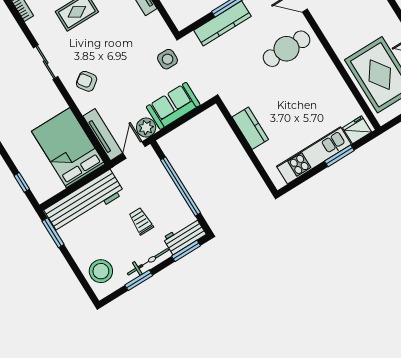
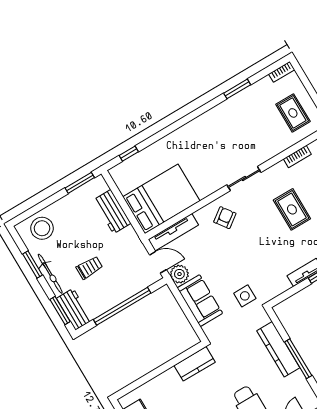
kitchen counter: (250, 128) -> (195, 364), moved
workbench: (84, 201) -> (112, 212), width x0.53, depth x0.76

